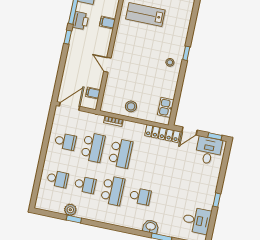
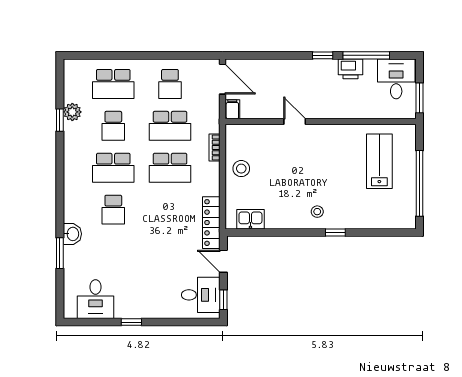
filing cabinet: (107, 22) -> (356, 109), removed
door: (107, 65) -> (295, 122), hinge flipped
filing cabinet: (93, 93) -> (232, 109), moved
school desk: (58, 179) -> (113, 84), width x1.85

